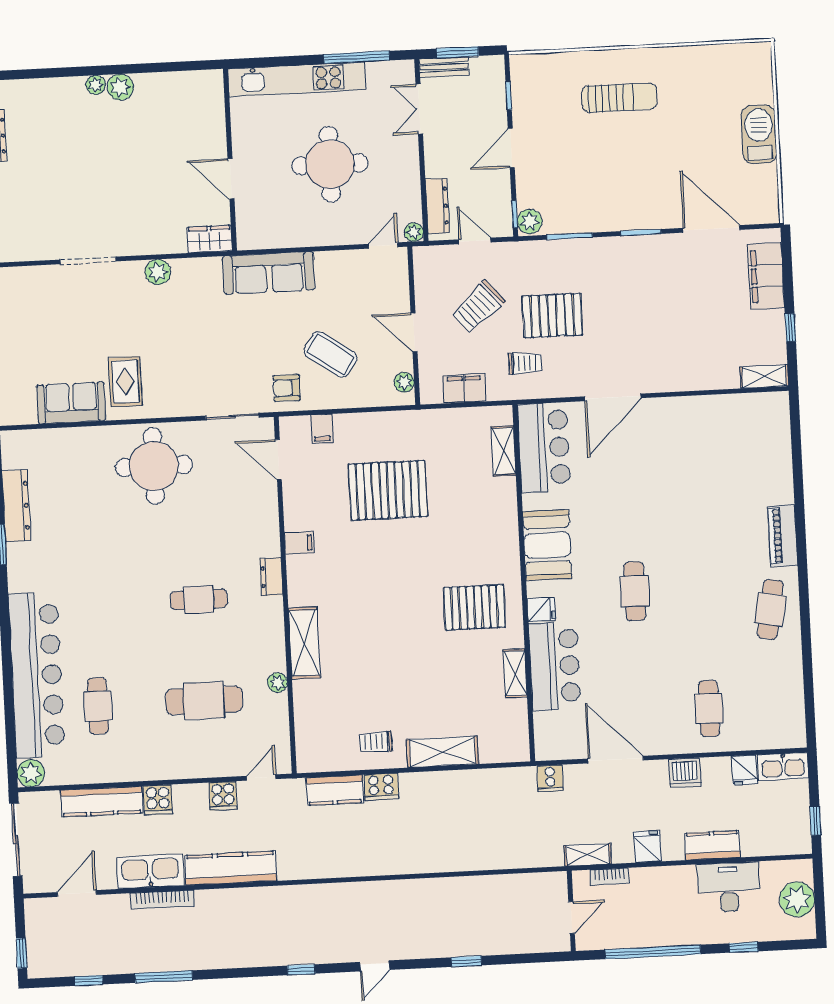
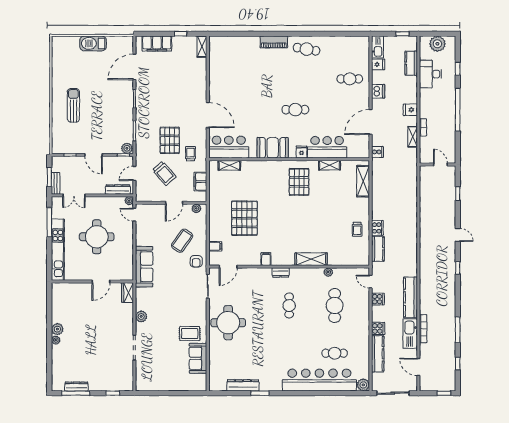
shelving: (443, 752) -> (363, 181), moved
kitchen counter: (712, 845) -> (411, 63), moved
wall: (571, 911) -> (437, 165), moved
door: (572, 918) -> (440, 165), moved

